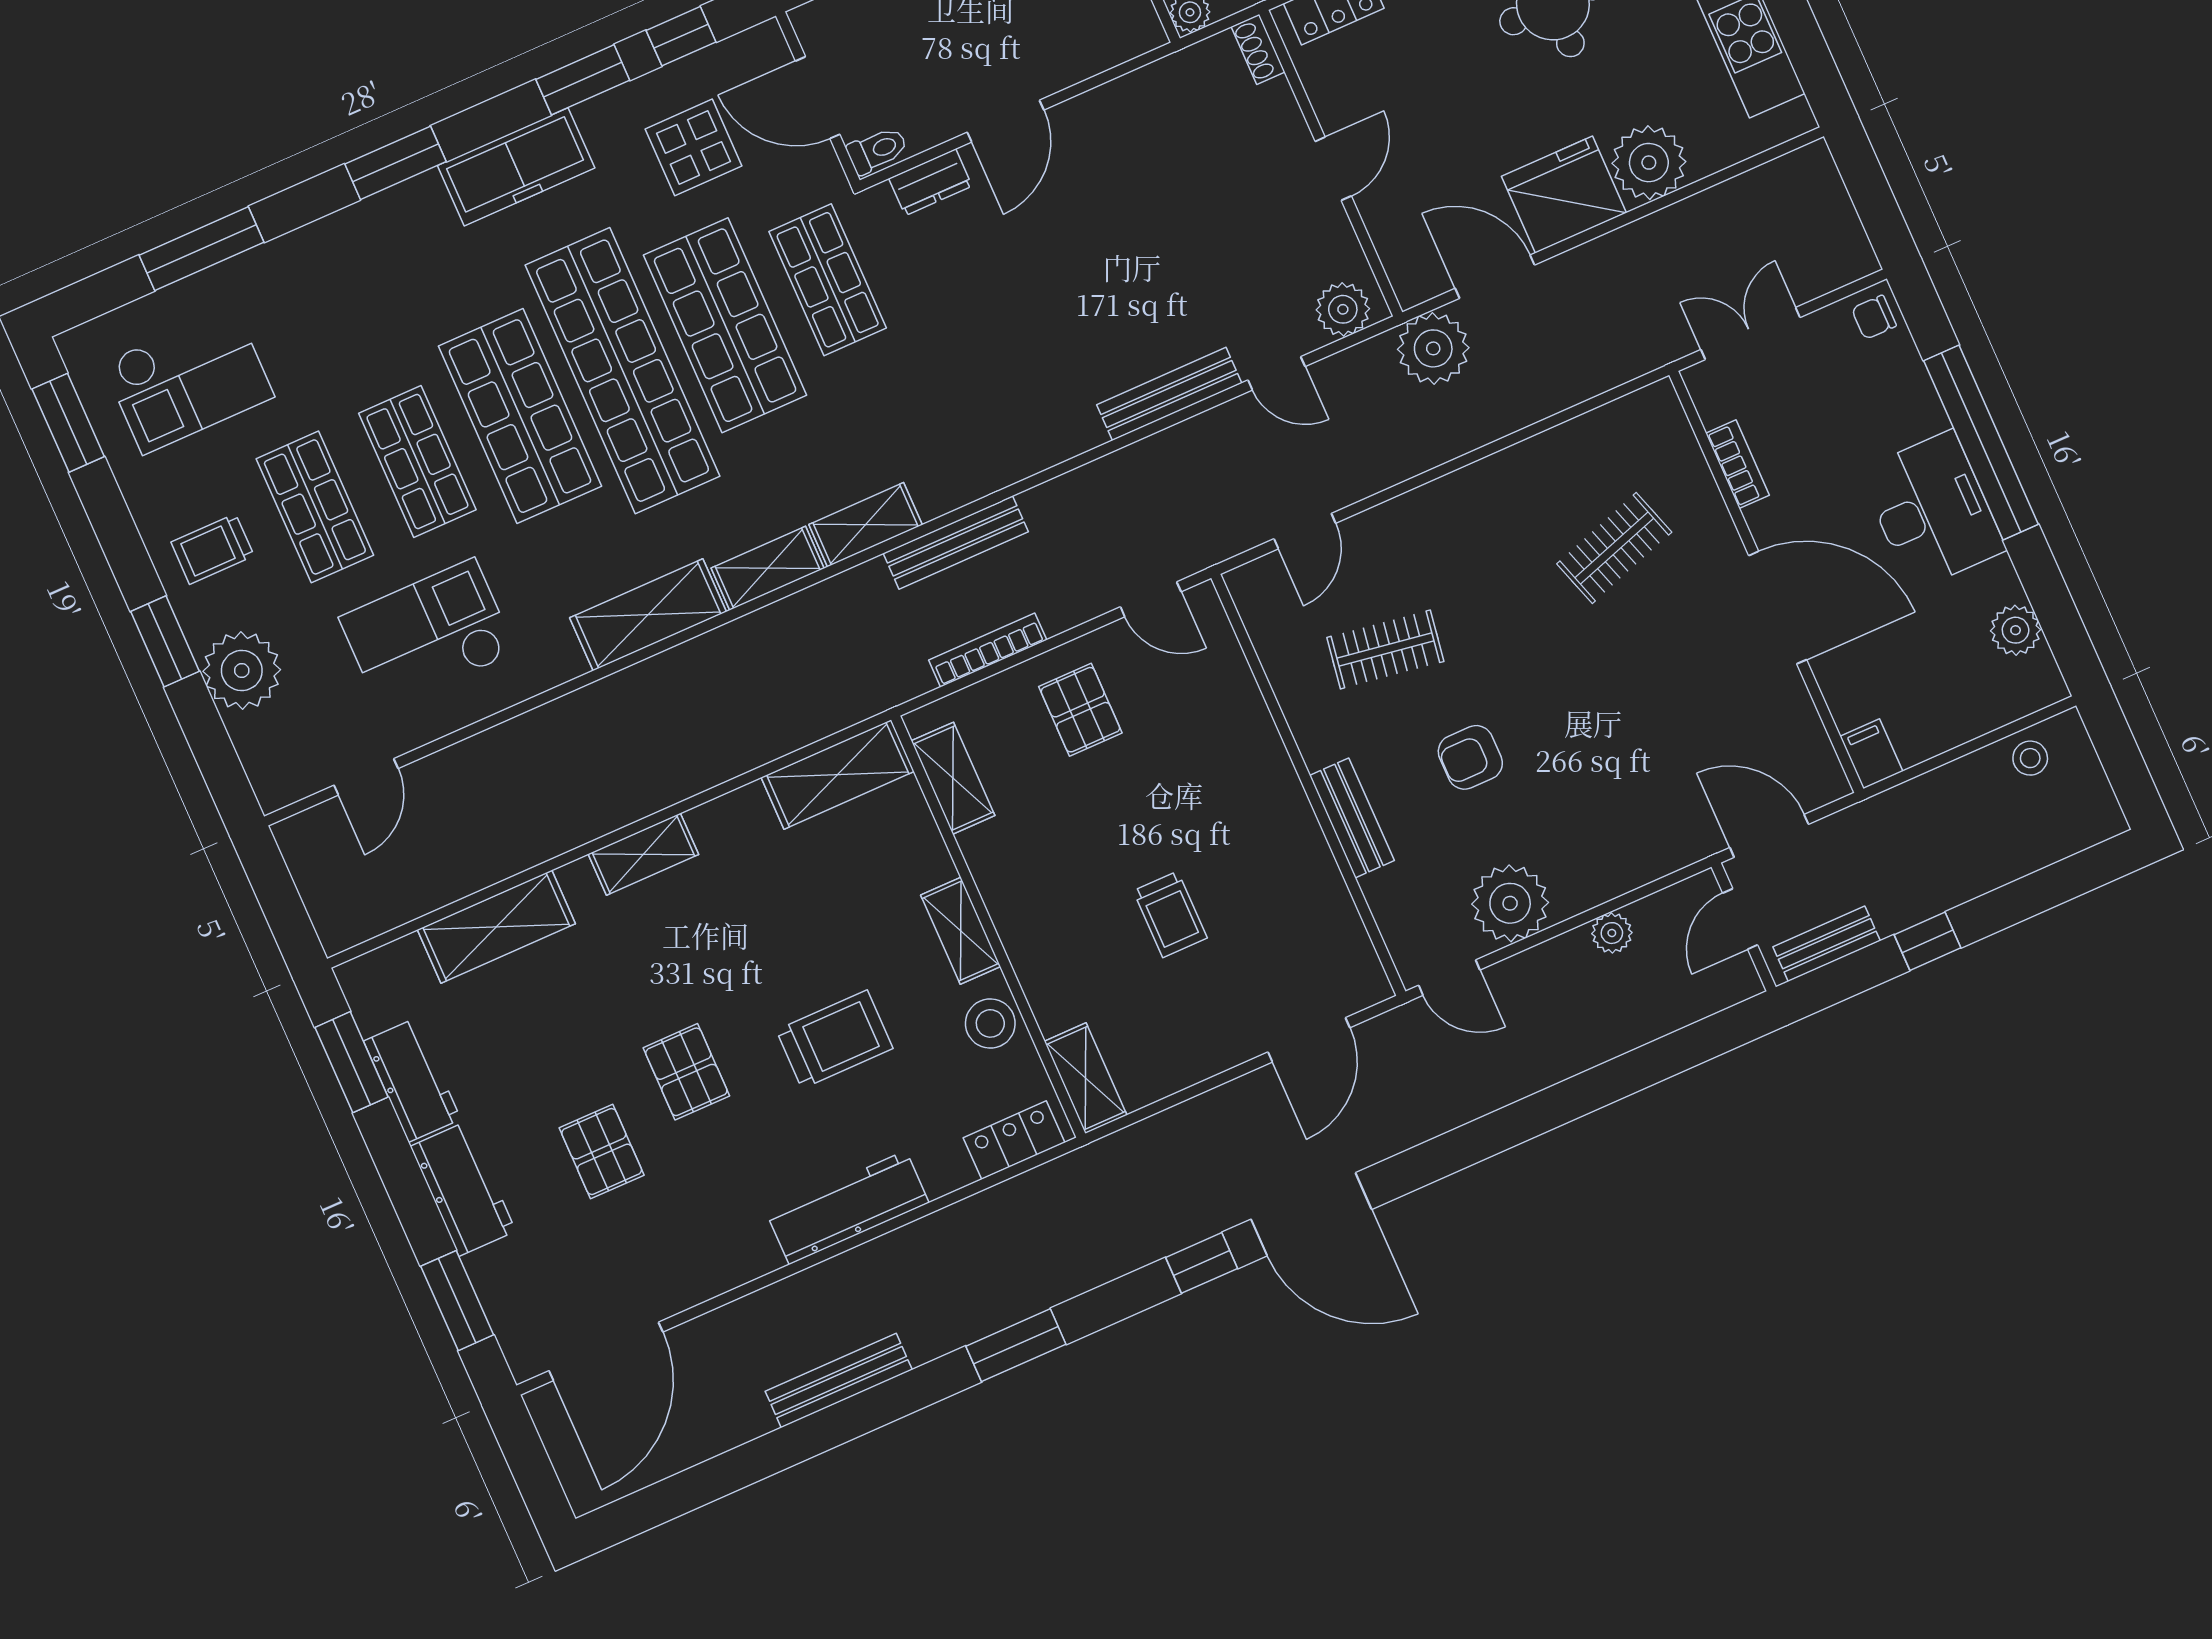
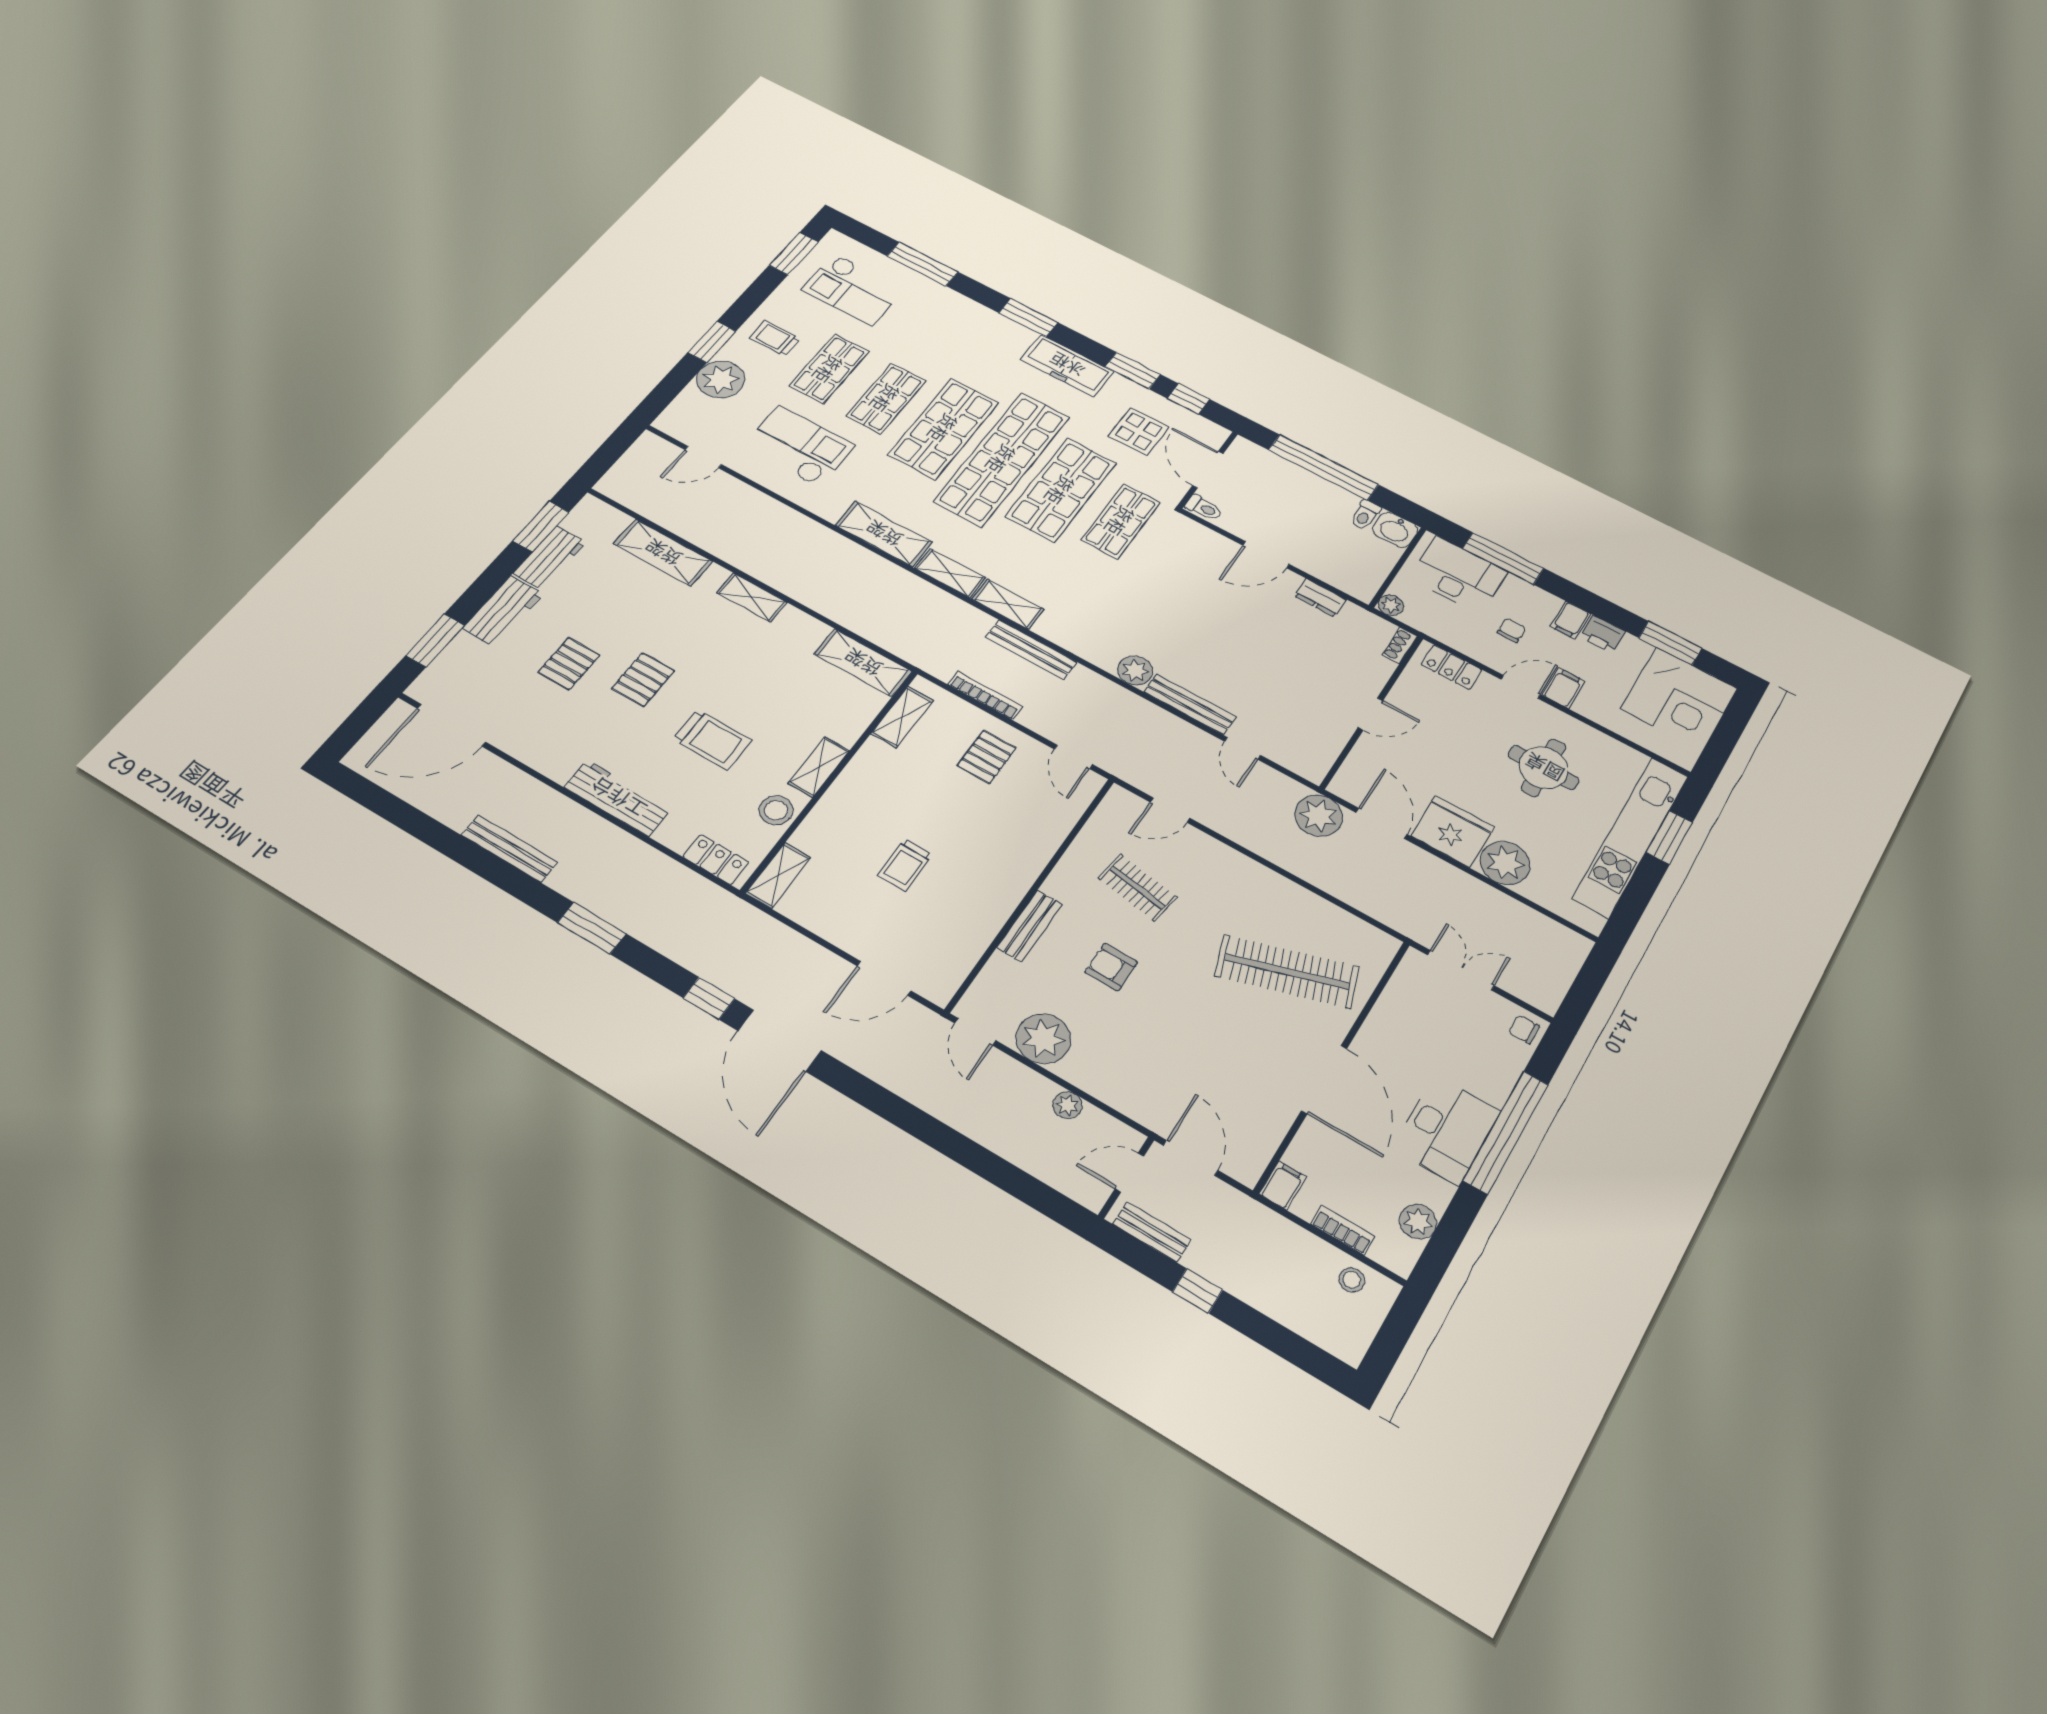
dresser: (930, 182) -> (1321, 598), moved
plant: (1343, 309) -> (1135, 671), moved
bookcase: (1738, 464) -> (1343, 1230), moved, turned -90
clothes rail: (1614, 548) -> (1287, 971), width x1.86, depth x1.31

